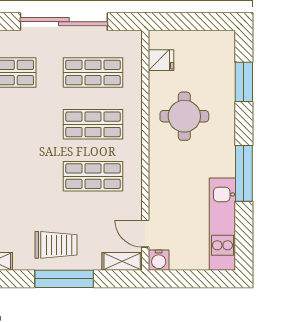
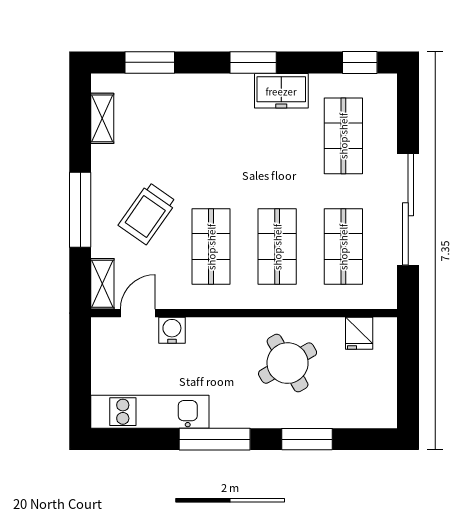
window: (244, 82) -> (307, 439), moved
round table: (184, 116) -> (288, 363), turned -30
trolley: (56, 245) -> (147, 213), moved, turned 35
water cooler: (159, 260) -> (172, 330), moved, turned 90

